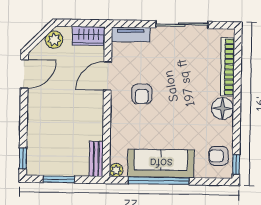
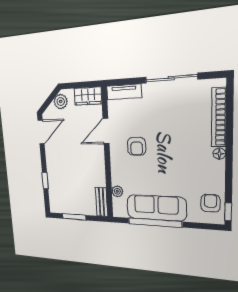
floor lamp: (223, 108) -> (219, 154), width x0.53, depth x0.53
armchair: (219, 156) -> (210, 203), turned 91
window: (23, 158) -> (45, 181), moved
plant: (116, 170) -> (117, 191), moved

